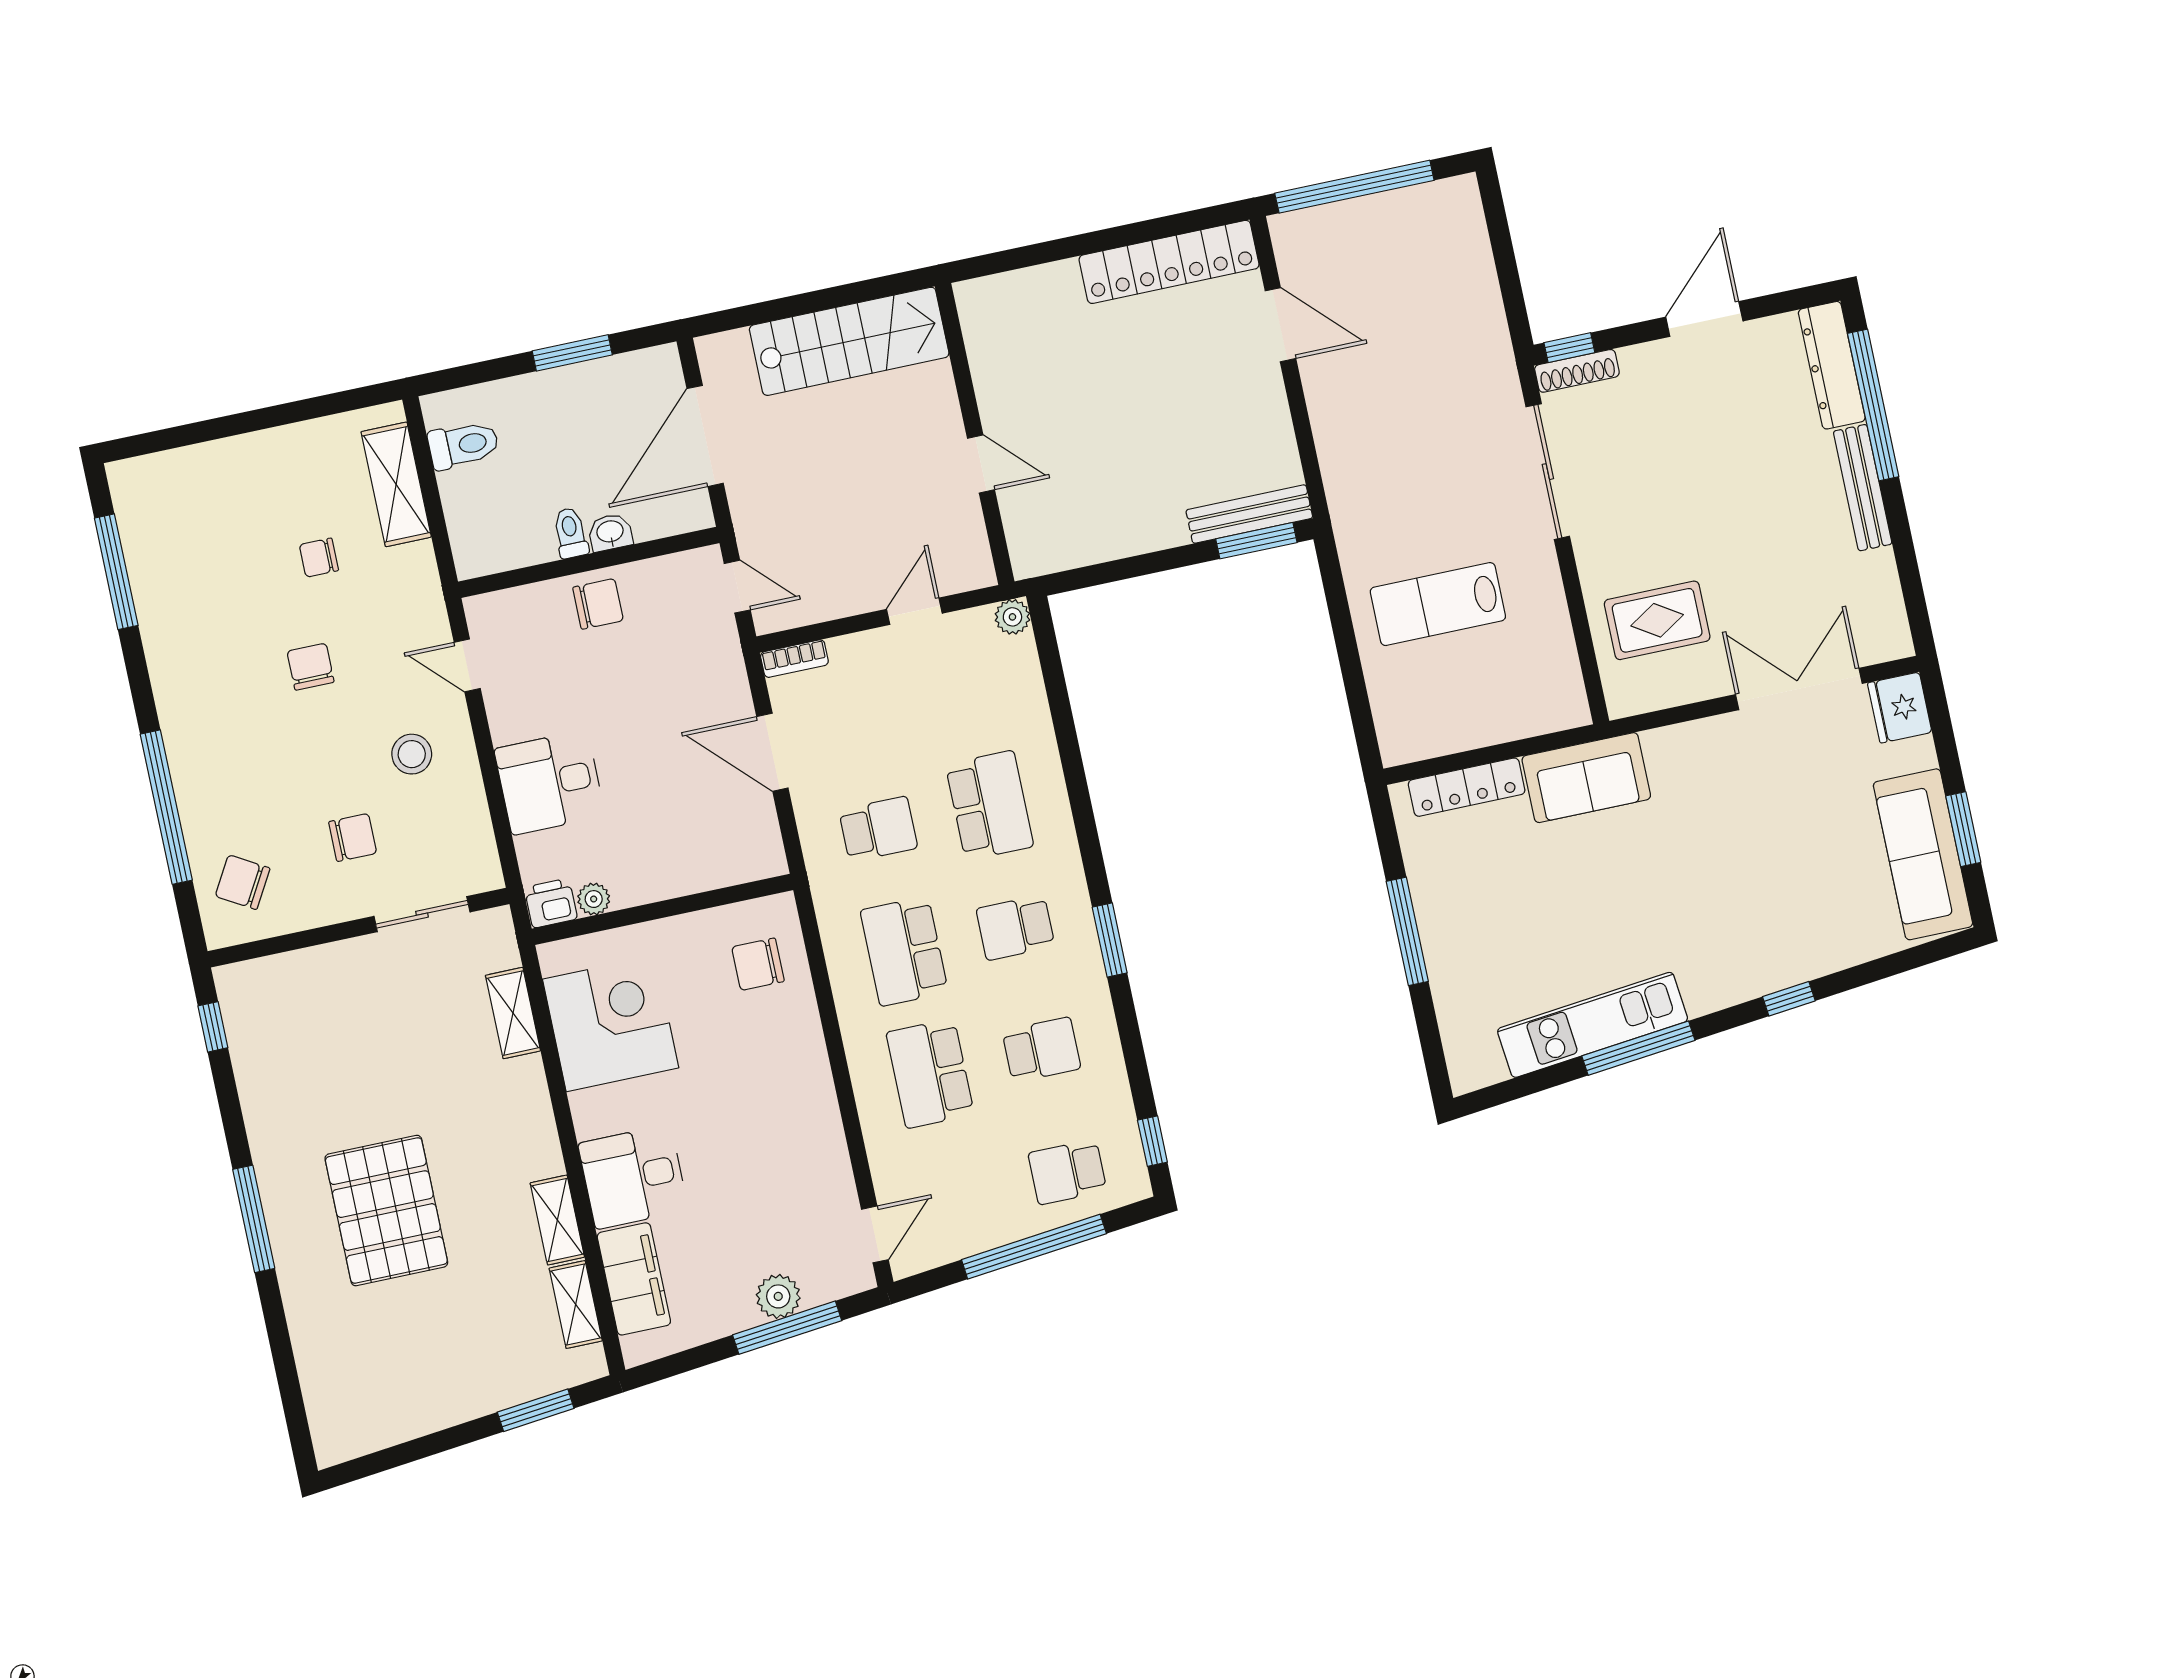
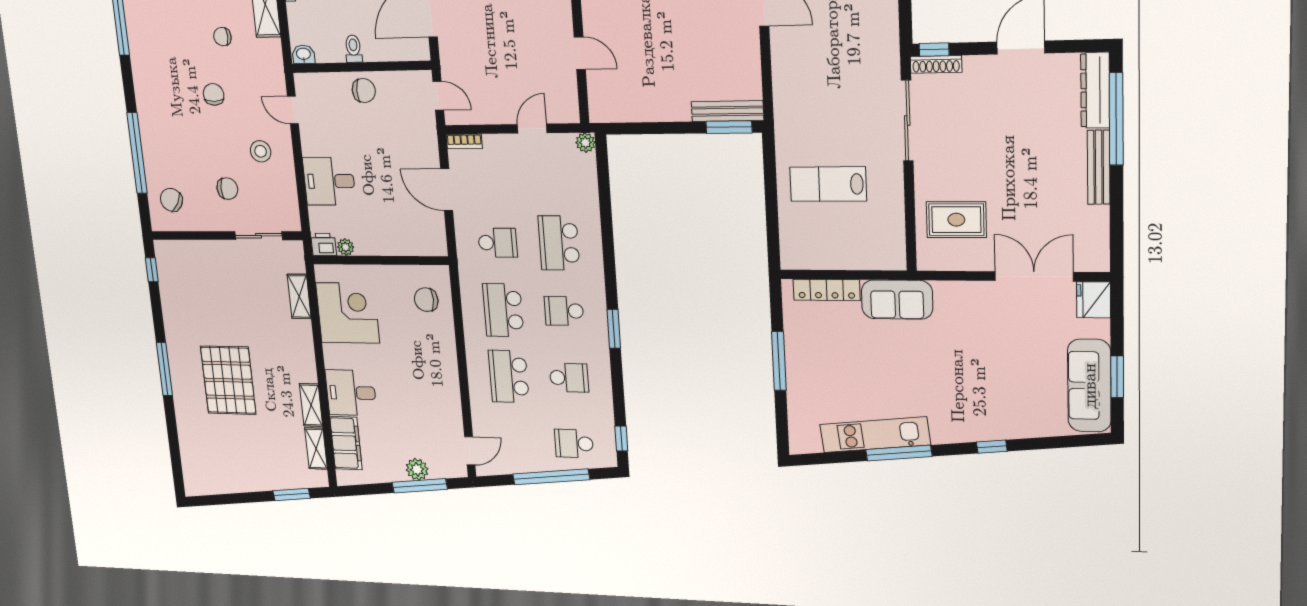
washbasin: (610, 532) -> (303, 54), moved
school desk: (989, 805) -> (559, 243), turned 180

